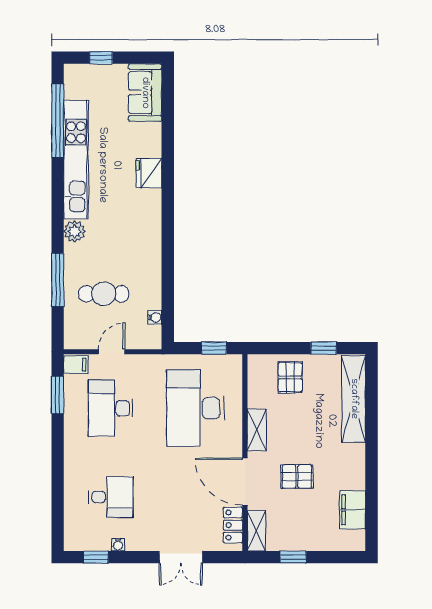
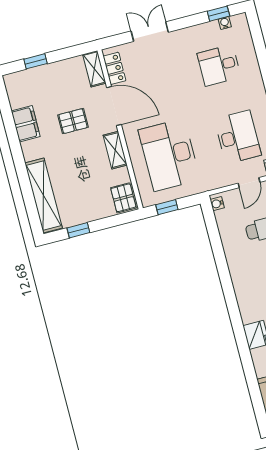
water cooler: (155, 317) -> (217, 204), moved
pallet: (290, 377) -> (123, 198), moved
desk: (196, 408) -> (169, 155), turned 180
filing cabinet: (353, 510) -> (26, 124), moved
water cooler: (118, 545) -> (225, 23), moved
window: (293, 557) -> (36, 61), moved

